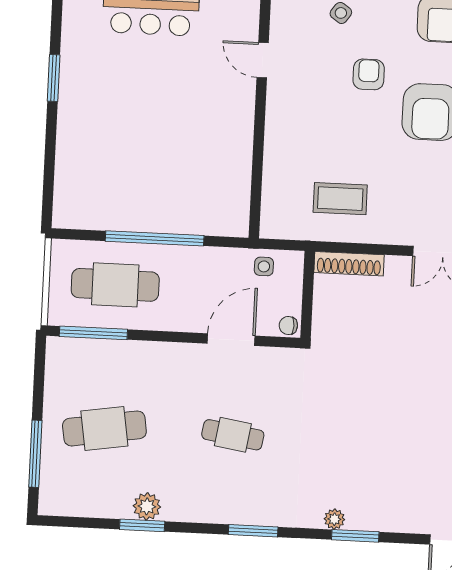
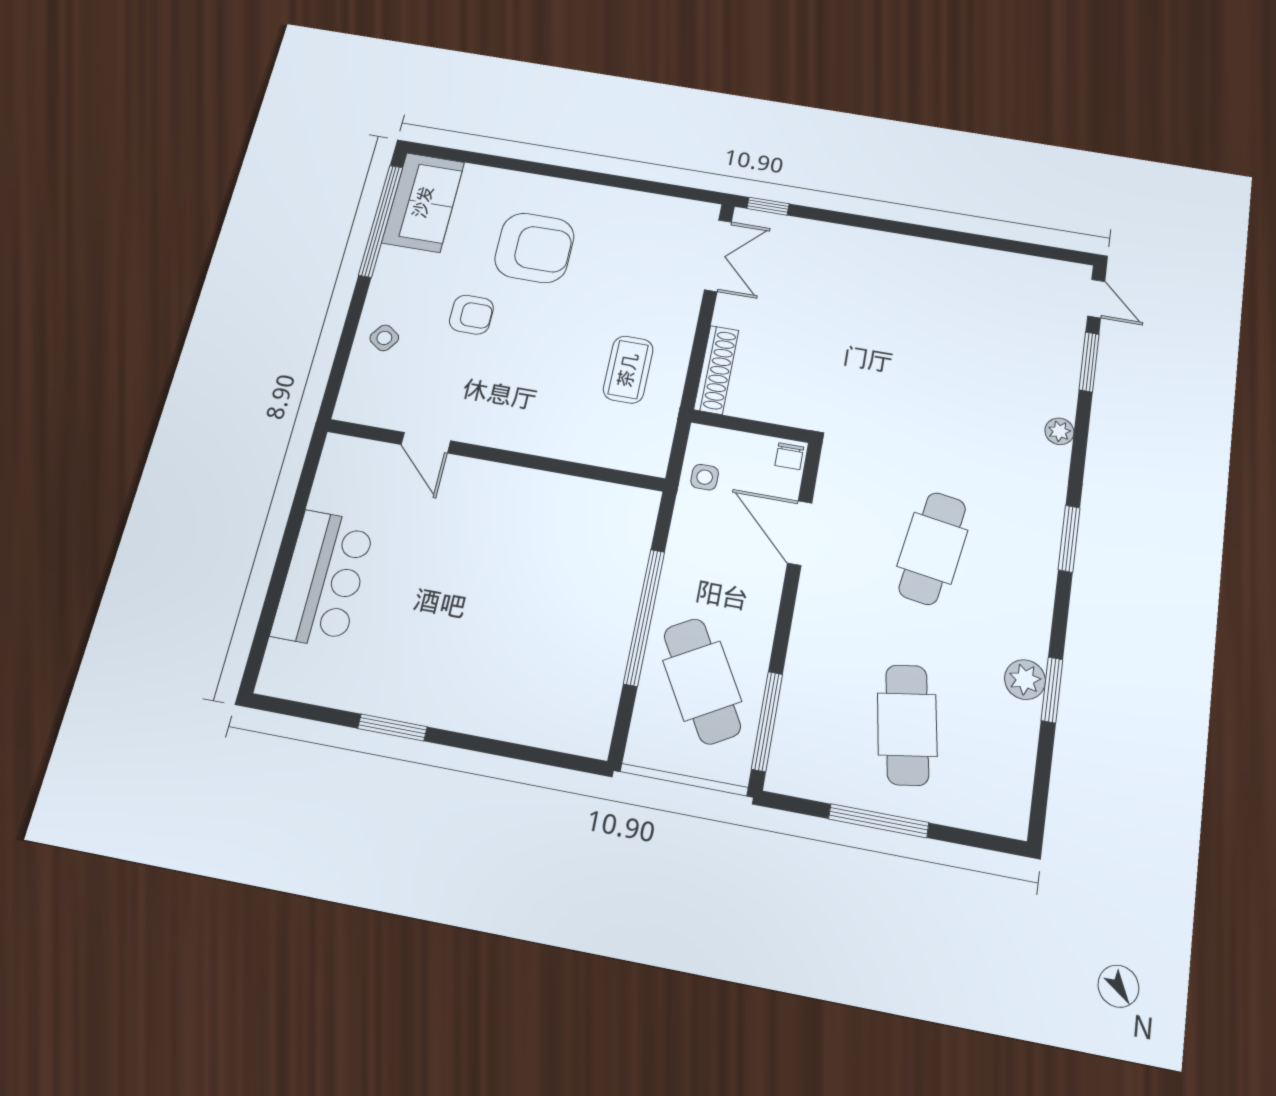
door: (263, 60) -> (426, 443), hinge flipped
armchair: (369, 74) -> (471, 315), turned 180
cafe table: (115, 285) -> (702, 681), turned -30
cafe table: (233, 435) -> (932, 548), width x1.37, depth x1.35
window: (35, 454) -> (879, 821), moved
window: (355, 536) -> (1089, 362), moved

